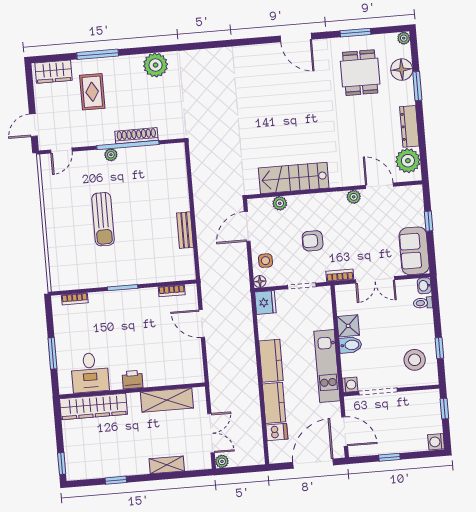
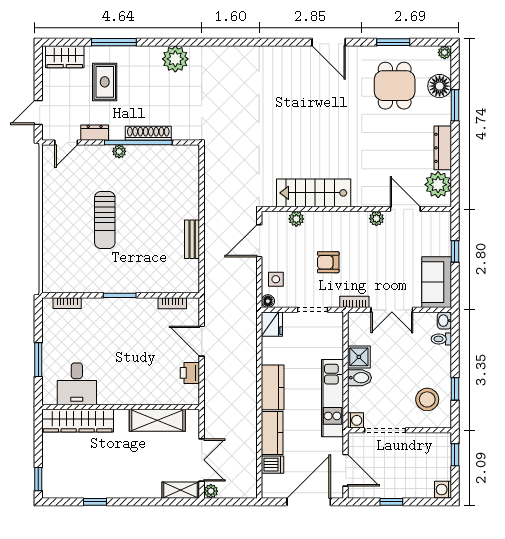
dresser: (87, 139) -> (95, 133), added
printer: (132, 380) -> (190, 373), moved, turned -90
shelving: (167, 465) -> (181, 490), moved

